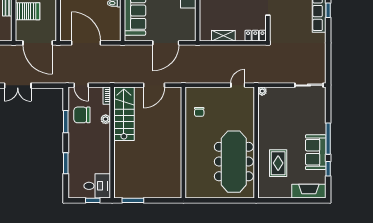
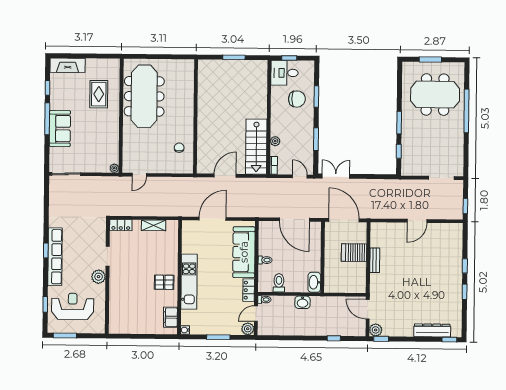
double door: (18, 86) -> (336, 176), moved
chair: (82, 115) -> (297, 99), moved
sofa: (316, 152) -> (60, 129), moved
window: (133, 200) -> (234, 57), moved

